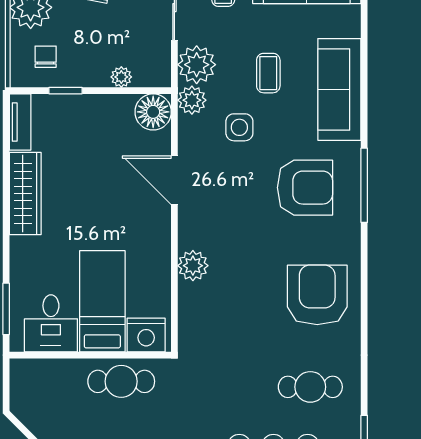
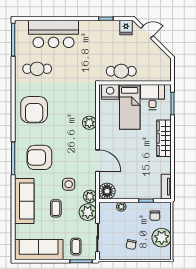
wardrobe: (25, 193) -> (164, 138), moved

